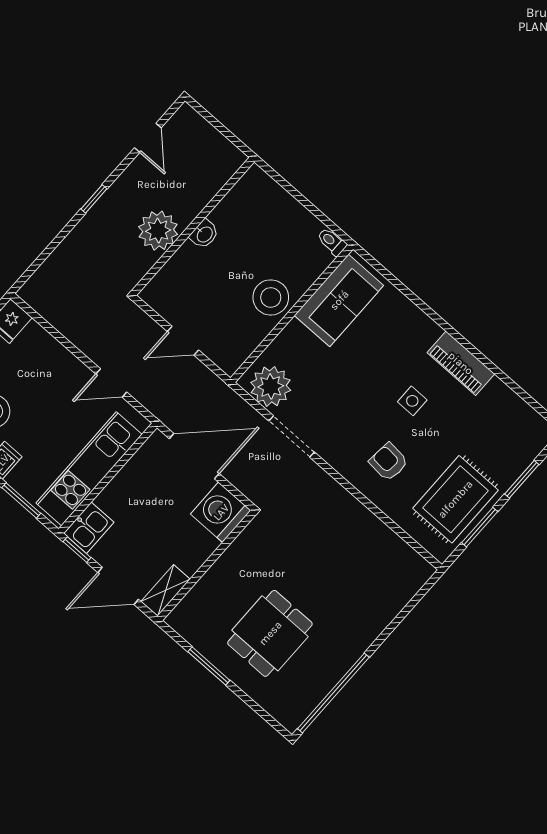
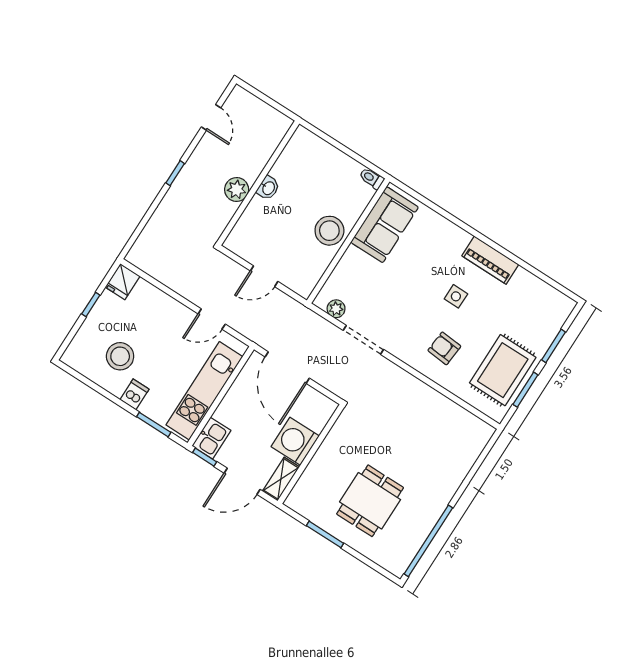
plant: (158, 231) -> (237, 189), width x0.73, depth x0.73
plant: (271, 386) -> (336, 309), width x0.53, depth x0.53
door: (194, 456) -> (287, 368), swing flipped
washing machine: (221, 512) -> (295, 441), moved

